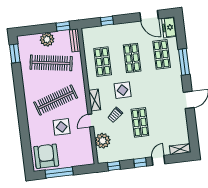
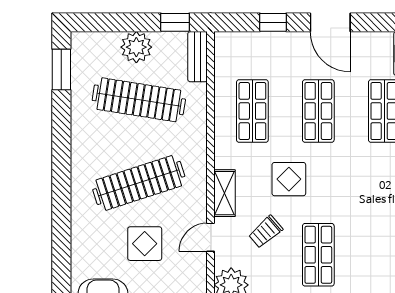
door: (149, 16) -> (330, 22), moved

